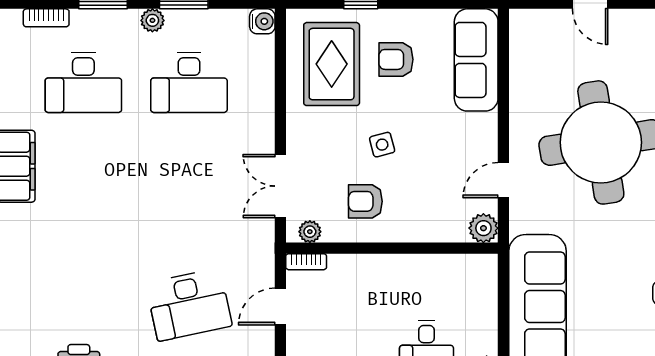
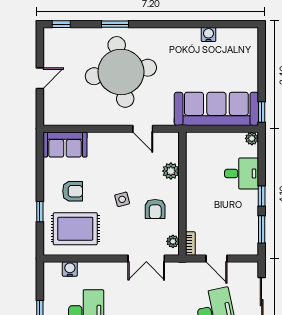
water cooler: (262, 21) -> (70, 269), moved
armchair: (396, 59) -> (73, 191), turned -90
sofa: (476, 60) -> (65, 145), width x0.73
plant: (483, 228) -> (171, 171), moved

